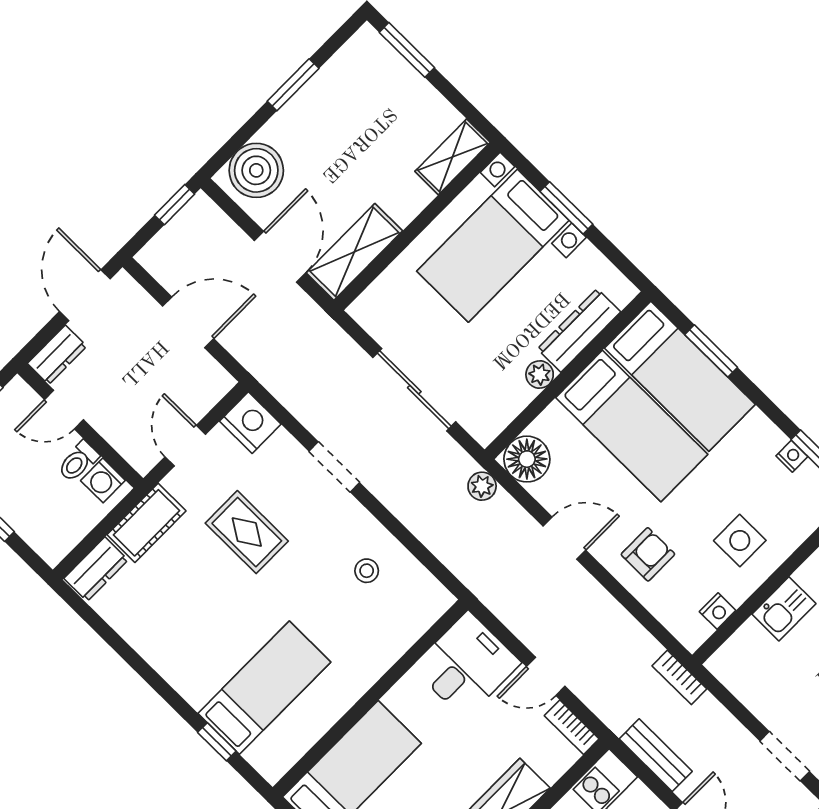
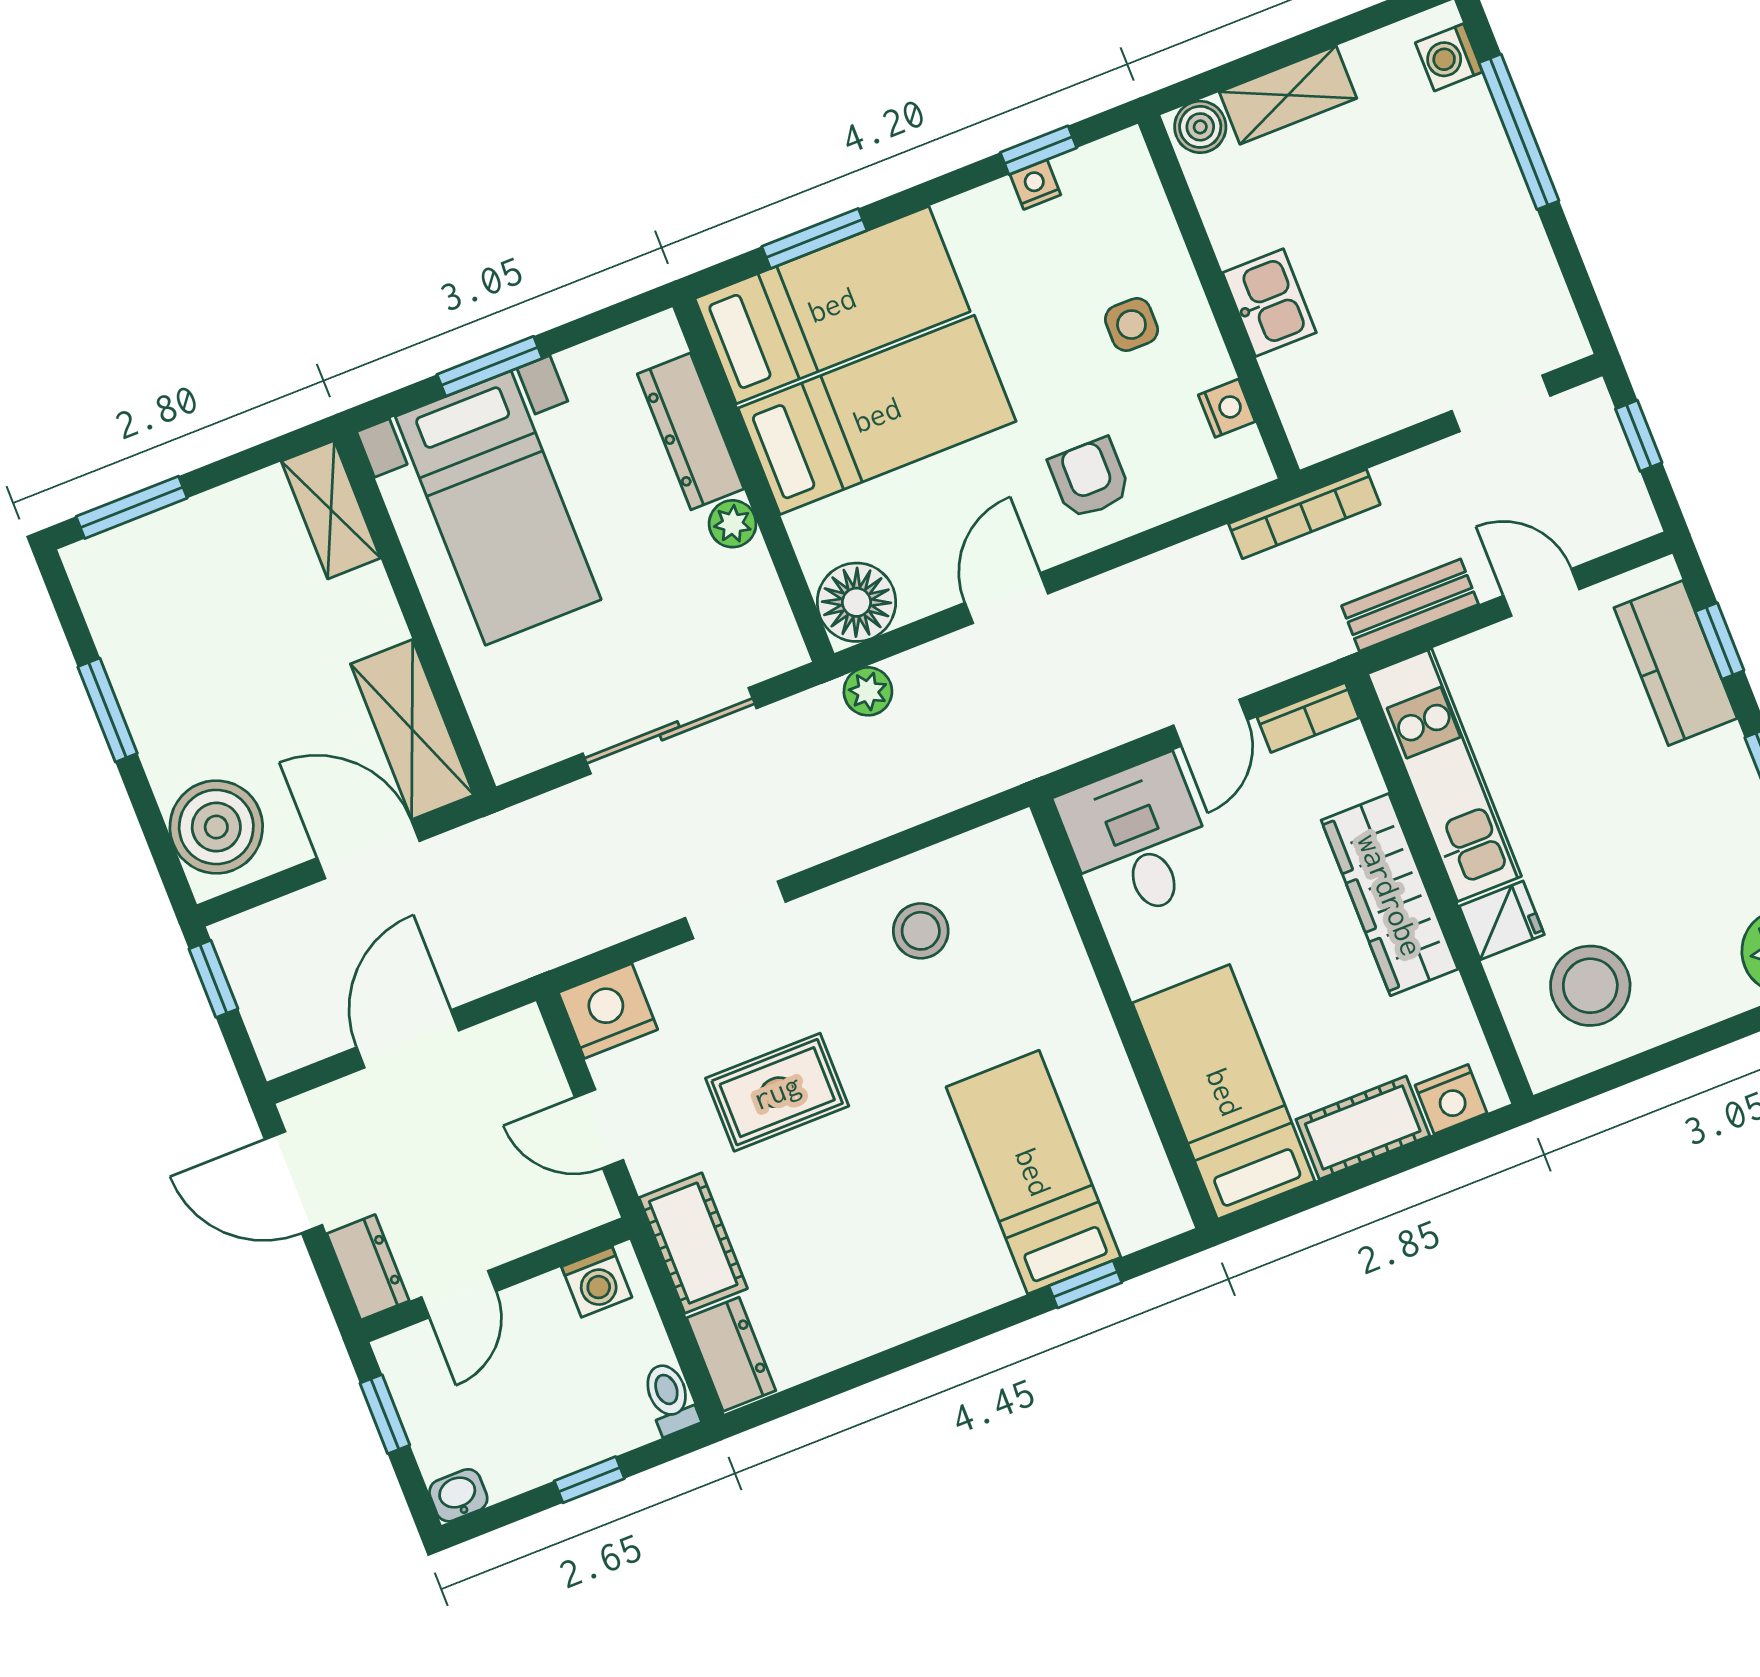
toilet: (78, 462) -> (670, 1398), moved, turned 180
side table: (740, 540) -> (1131, 325), width x0.73, depth x0.73
stool: (367, 571) -> (921, 931), width x1.37, depth x1.37
bookcase: (679, 677) -> (1304, 514), width x1.56

